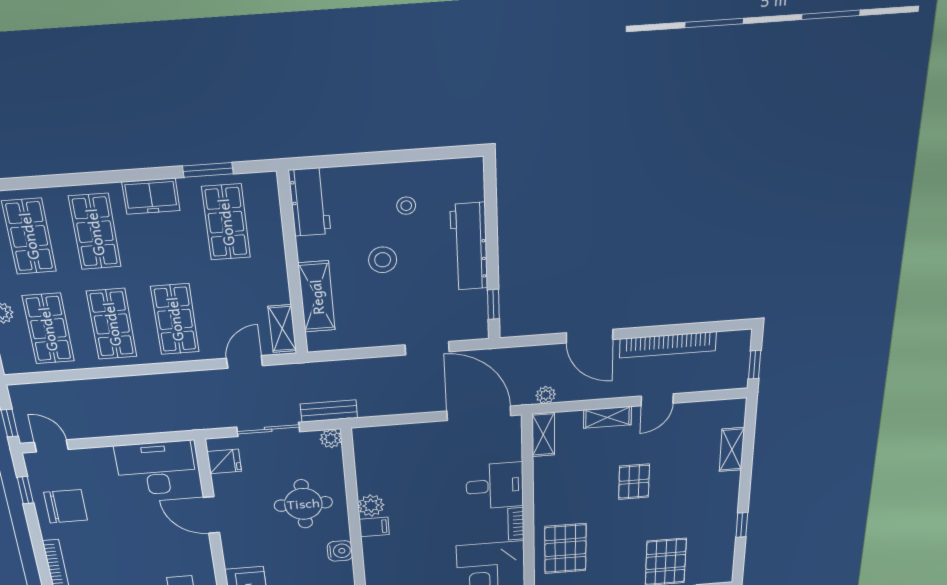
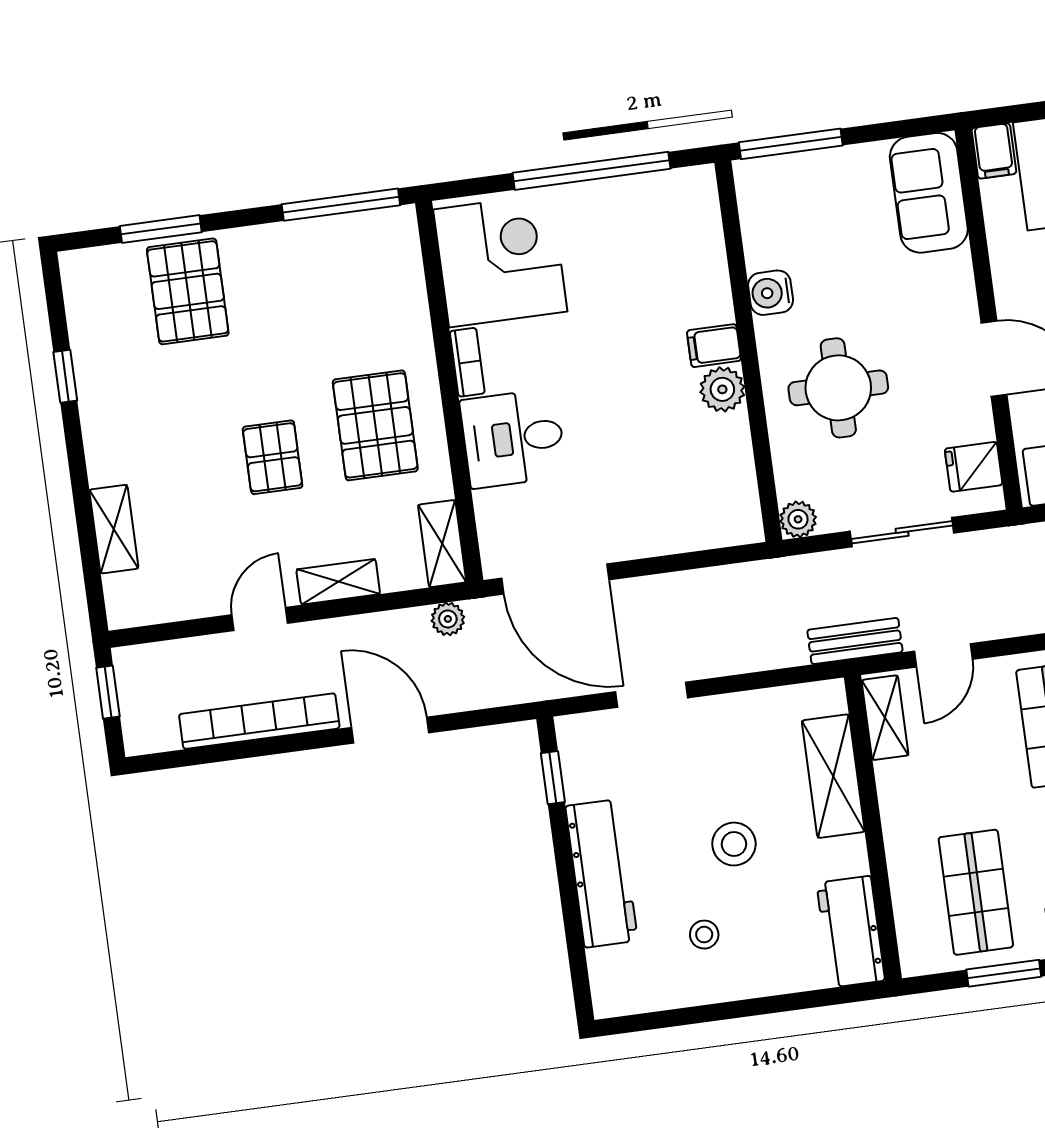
bench: (329, 411) -> (855, 641), moved
pallet: (565, 549) -> (375, 425), moved

